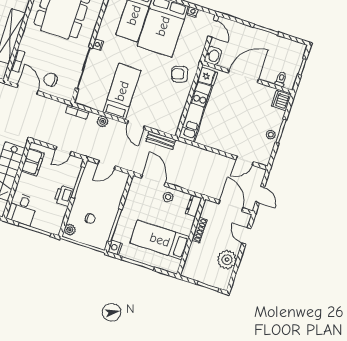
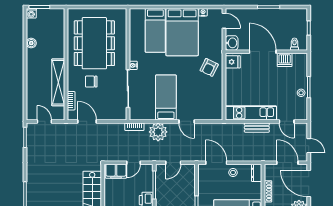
armchair: (180, 74) -> (209, 67), turned -49
door: (244, 76) -> (263, 52), hinge flipped
chair: (51, 80) -> (91, 82), moved
dishwasher: (281, 101) -> (285, 60), moved, turned -90
kitchen unit: (196, 112) -> (251, 113), moved, turned -90
plant: (103, 121) -> (158, 132), width x1.87, depth x1.87
bench: (161, 140) -> (257, 128), moved
door: (245, 161) -> (287, 121), hinge flipped
filing cabinet: (33, 162) -> (116, 171), moved, turned 90
door: (246, 236) -> (309, 183), width x1.88

